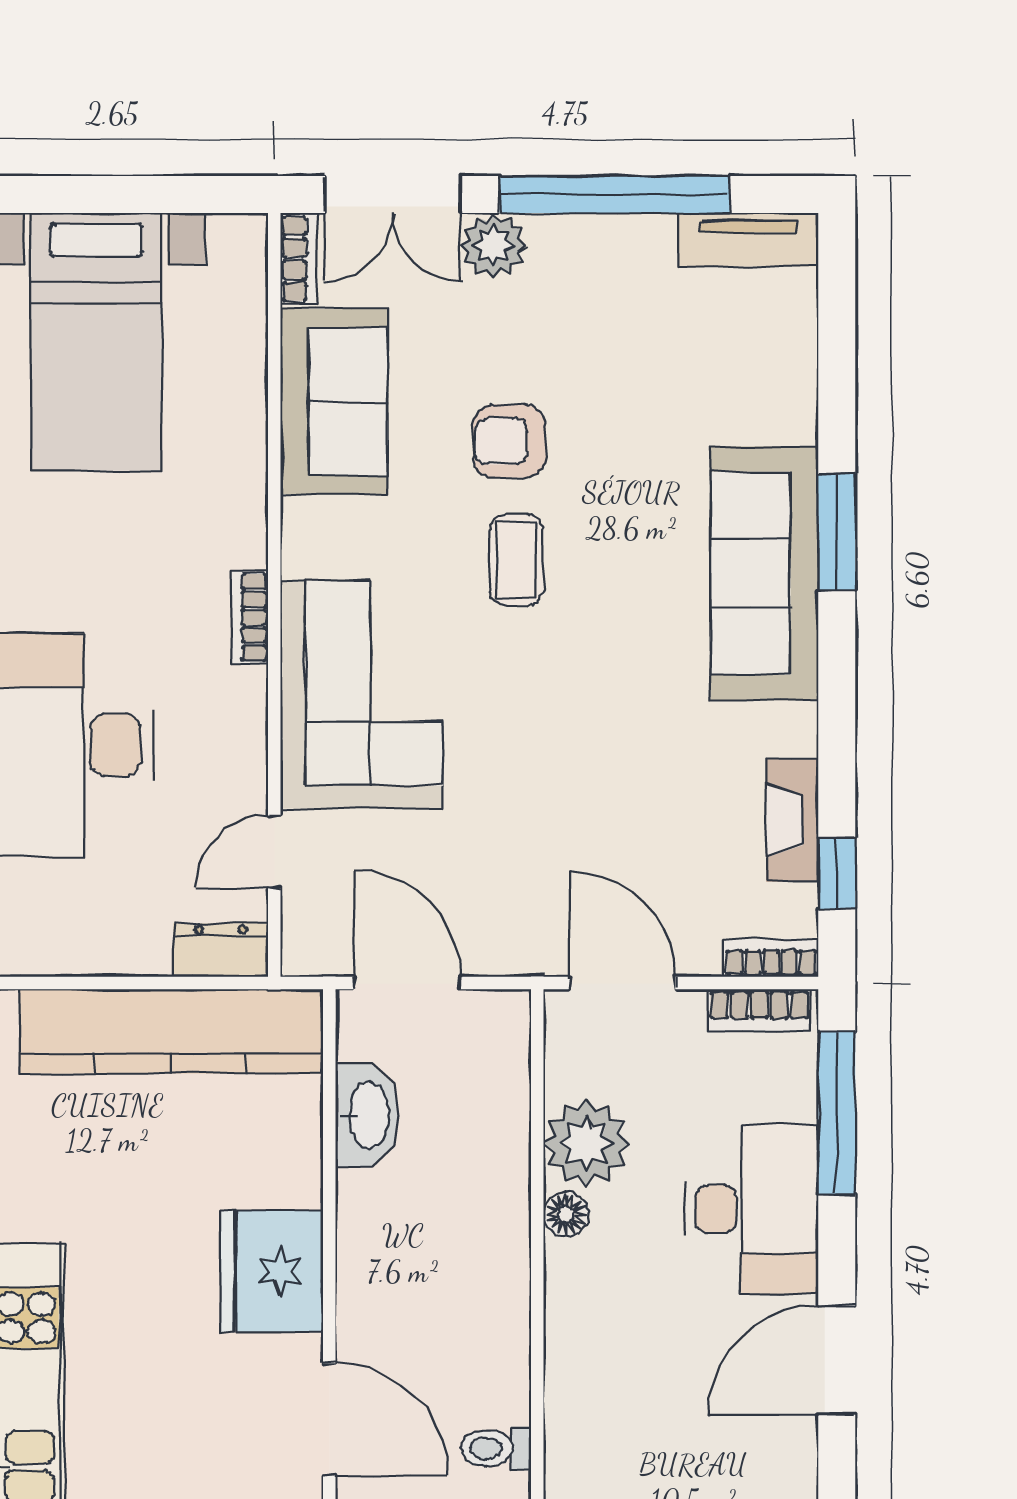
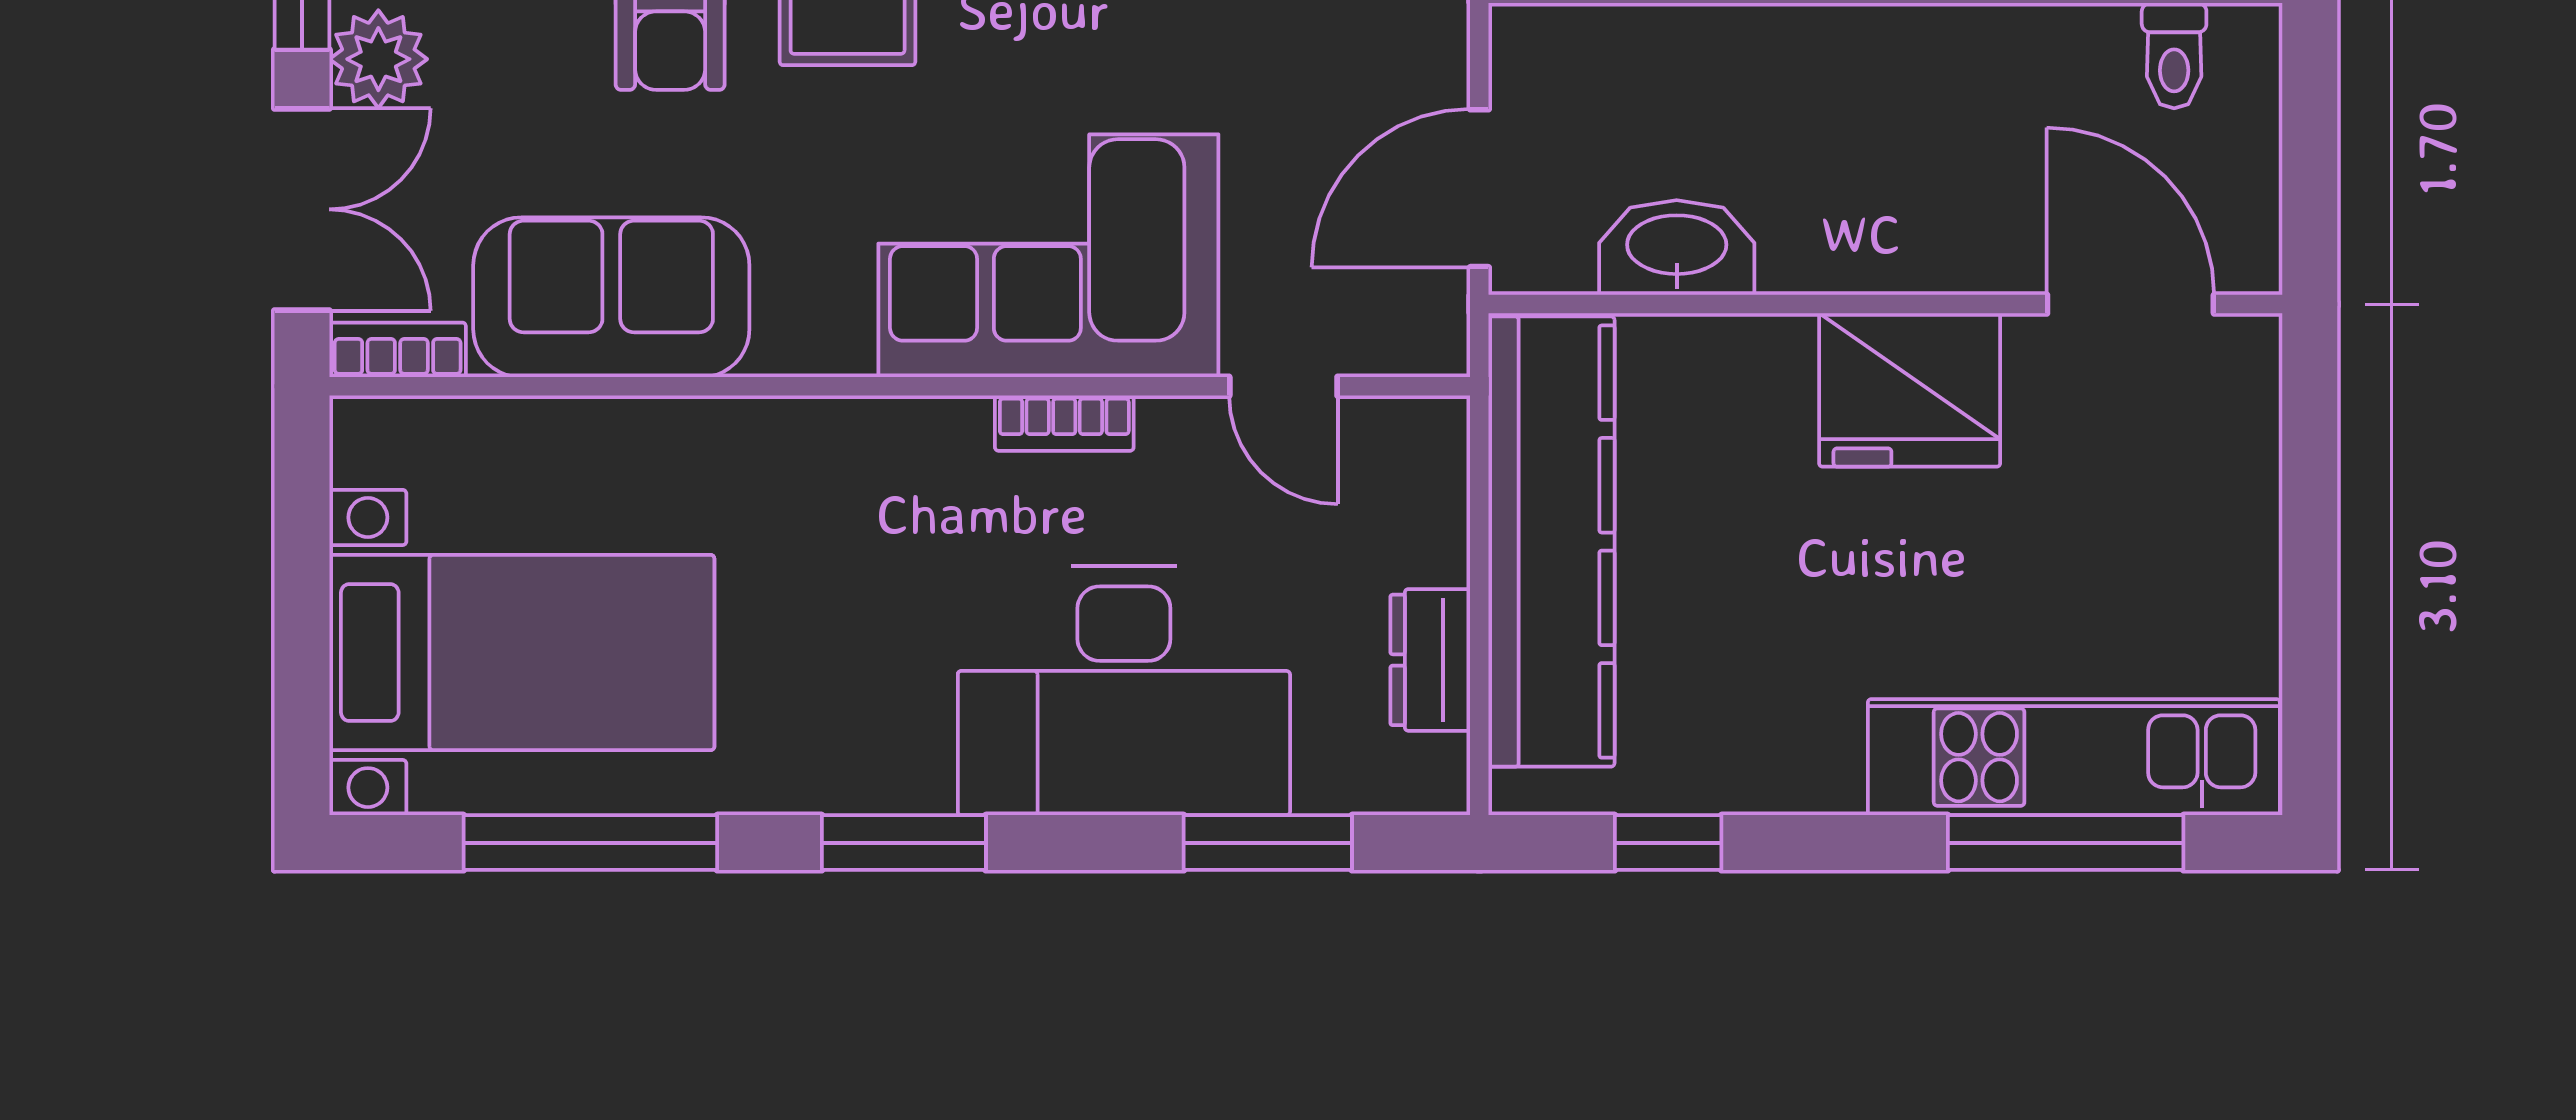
bookcase: (250, 617) -> (1064, 423), moved
dresser: (221, 950) -> (1430, 660), moved
door: (329, 1419) -> (2130, 304), hinge flipped

